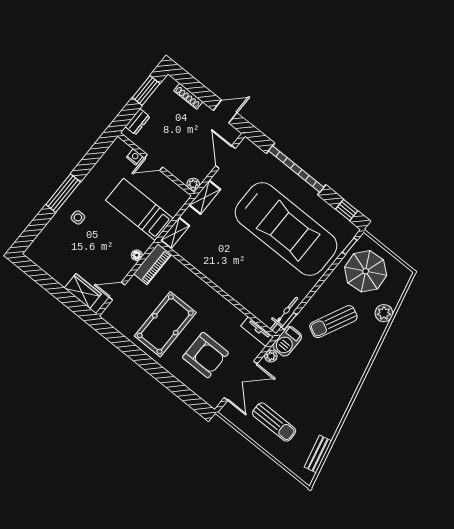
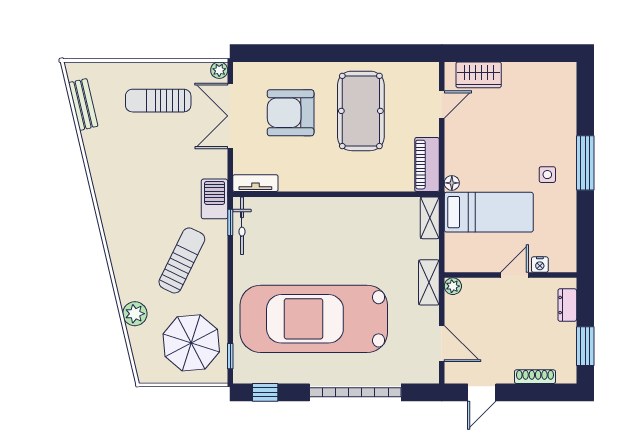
side table: (78, 217) -> (547, 175), moved
floor lamp: (137, 255) -> (452, 183), moved
plant: (271, 356) -> (219, 70), moved

